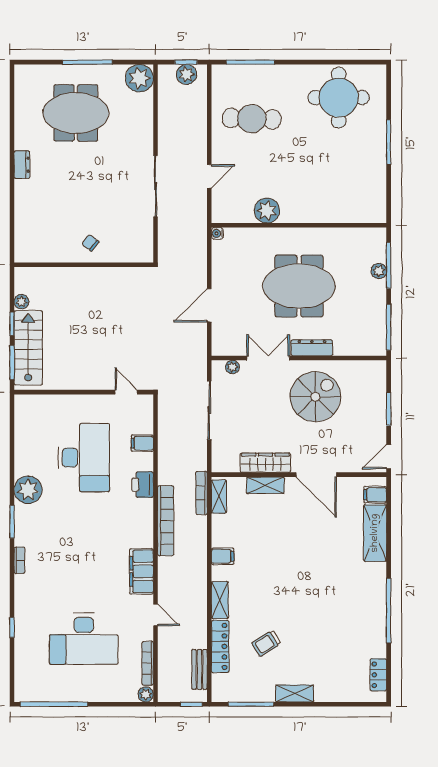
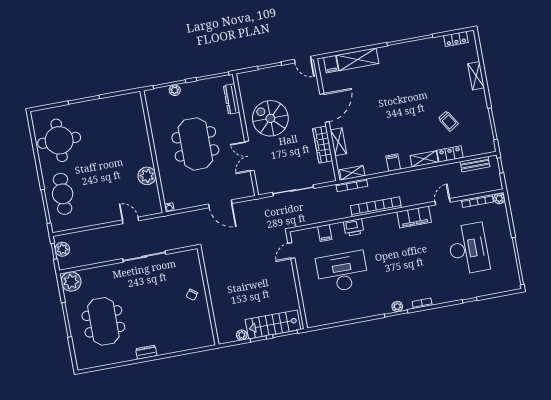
cafe table: (252, 119) -> (63, 194), moved
dresser: (312, 348) -> (232, 99), moved
plant: (232, 367) -> (260, 180), removed
plant: (28, 490) -> (397, 306), moved, width x0.53, depth x0.53
locker: (220, 646) -> (450, 154), width x0.66
shelving: (295, 693) -> (476, 76), moved

